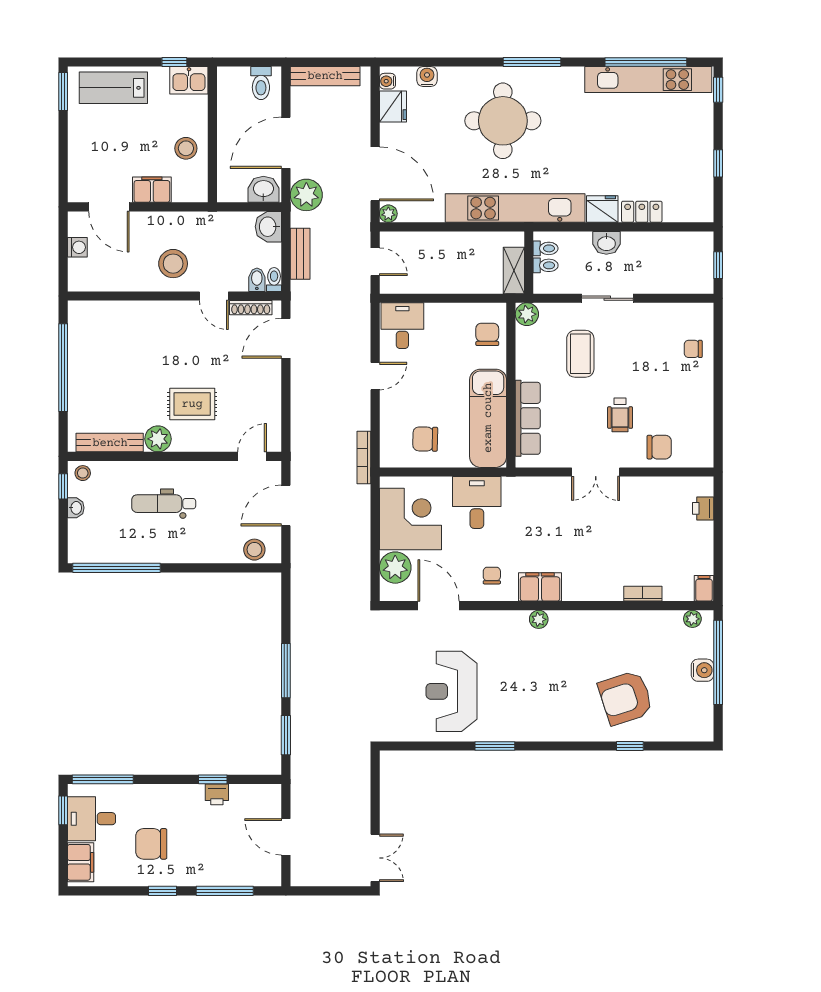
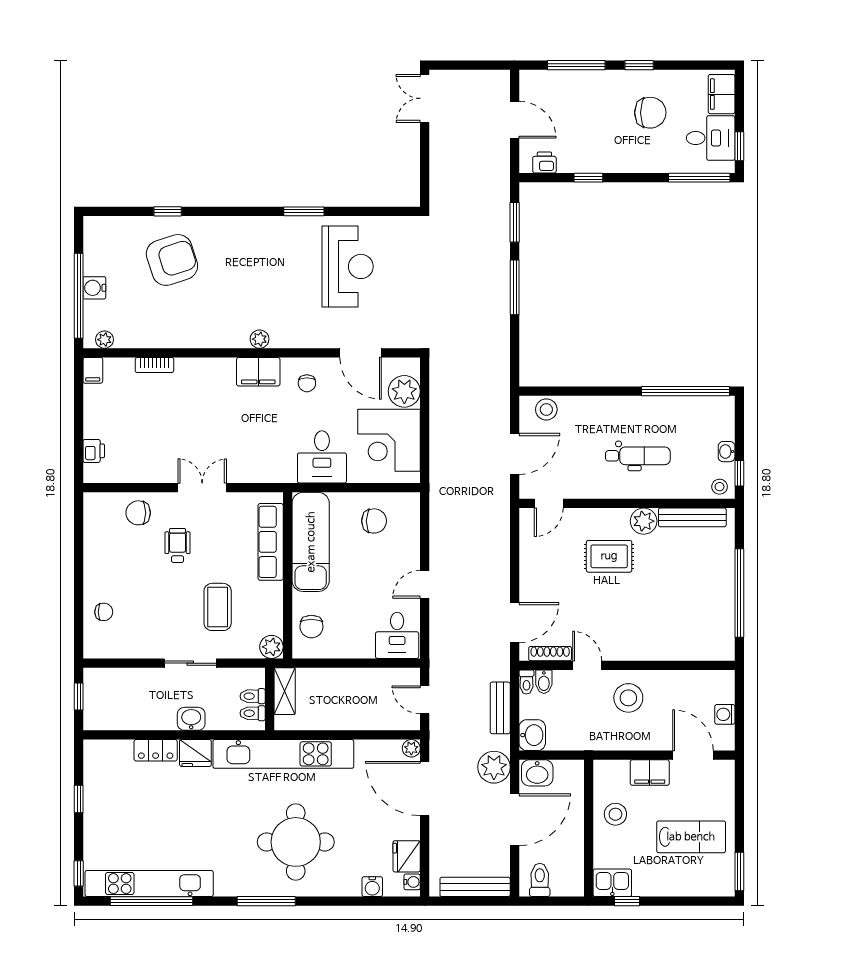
lab bench: (113, 88) -> (691, 837), moved
bookcase: (364, 458) -> (436, 502), removed
printer: (217, 794) -> (544, 163), moved

